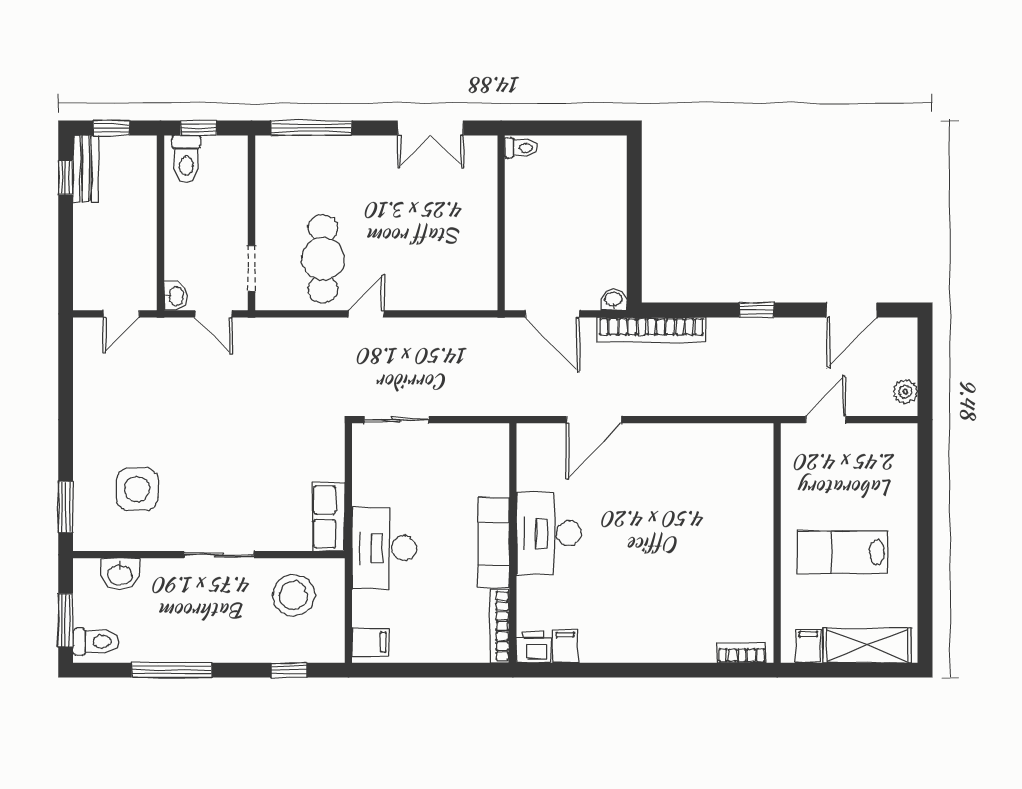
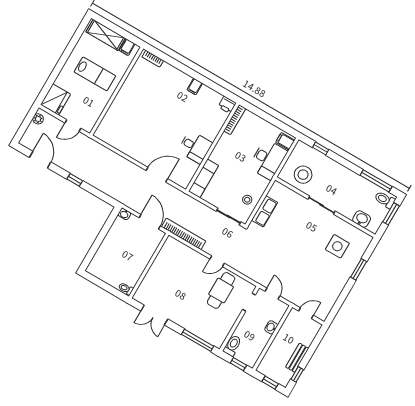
double door: (431, 128) -> (154, 315), swing flipped
toilet: (186, 159) -> (232, 346), moved
bench: (86, 169) -> (297, 358), moved
washbasin: (176, 296) -> (271, 327), moved
door: (852, 310) -> (40, 160), hinge flipped
bookcase: (651, 330) -> (184, 234), moved
fridge: (893, 452) -> (55, 99), added
stool: (378, 477) -> (247, 200), added
window: (66, 507) -> (359, 269), moved
row of seats: (328, 517) -> (265, 211), moved
desk: (549, 533) -> (195, 147), width x0.73
exam couch: (494, 542) -> (204, 178), moved
desk: (384, 548) -> (268, 159), moved
filing cabinet: (565, 646) -> (195, 87), moved
window: (172, 670) -> (376, 181), moved

